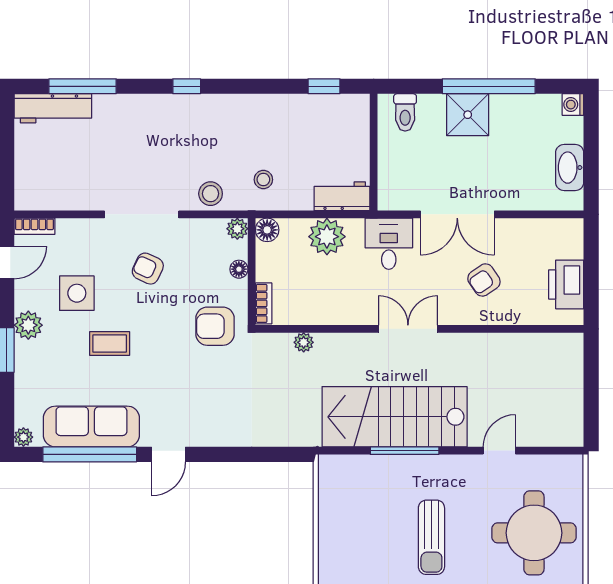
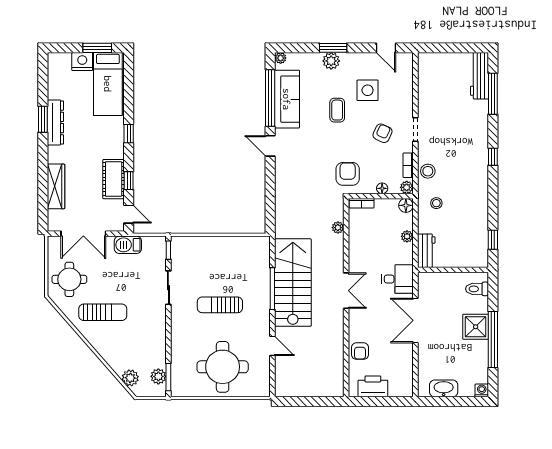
doorway: (142, 214) -> (415, 130), width x0.53
bookcase: (34, 226) -> (408, 165), moved
plant: (327, 237) -> (407, 236), width x0.53, depth x0.53
armchair: (484, 280) -> (360, 351), moved, turned -146
plant: (28, 325) -> (331, 61), moved

